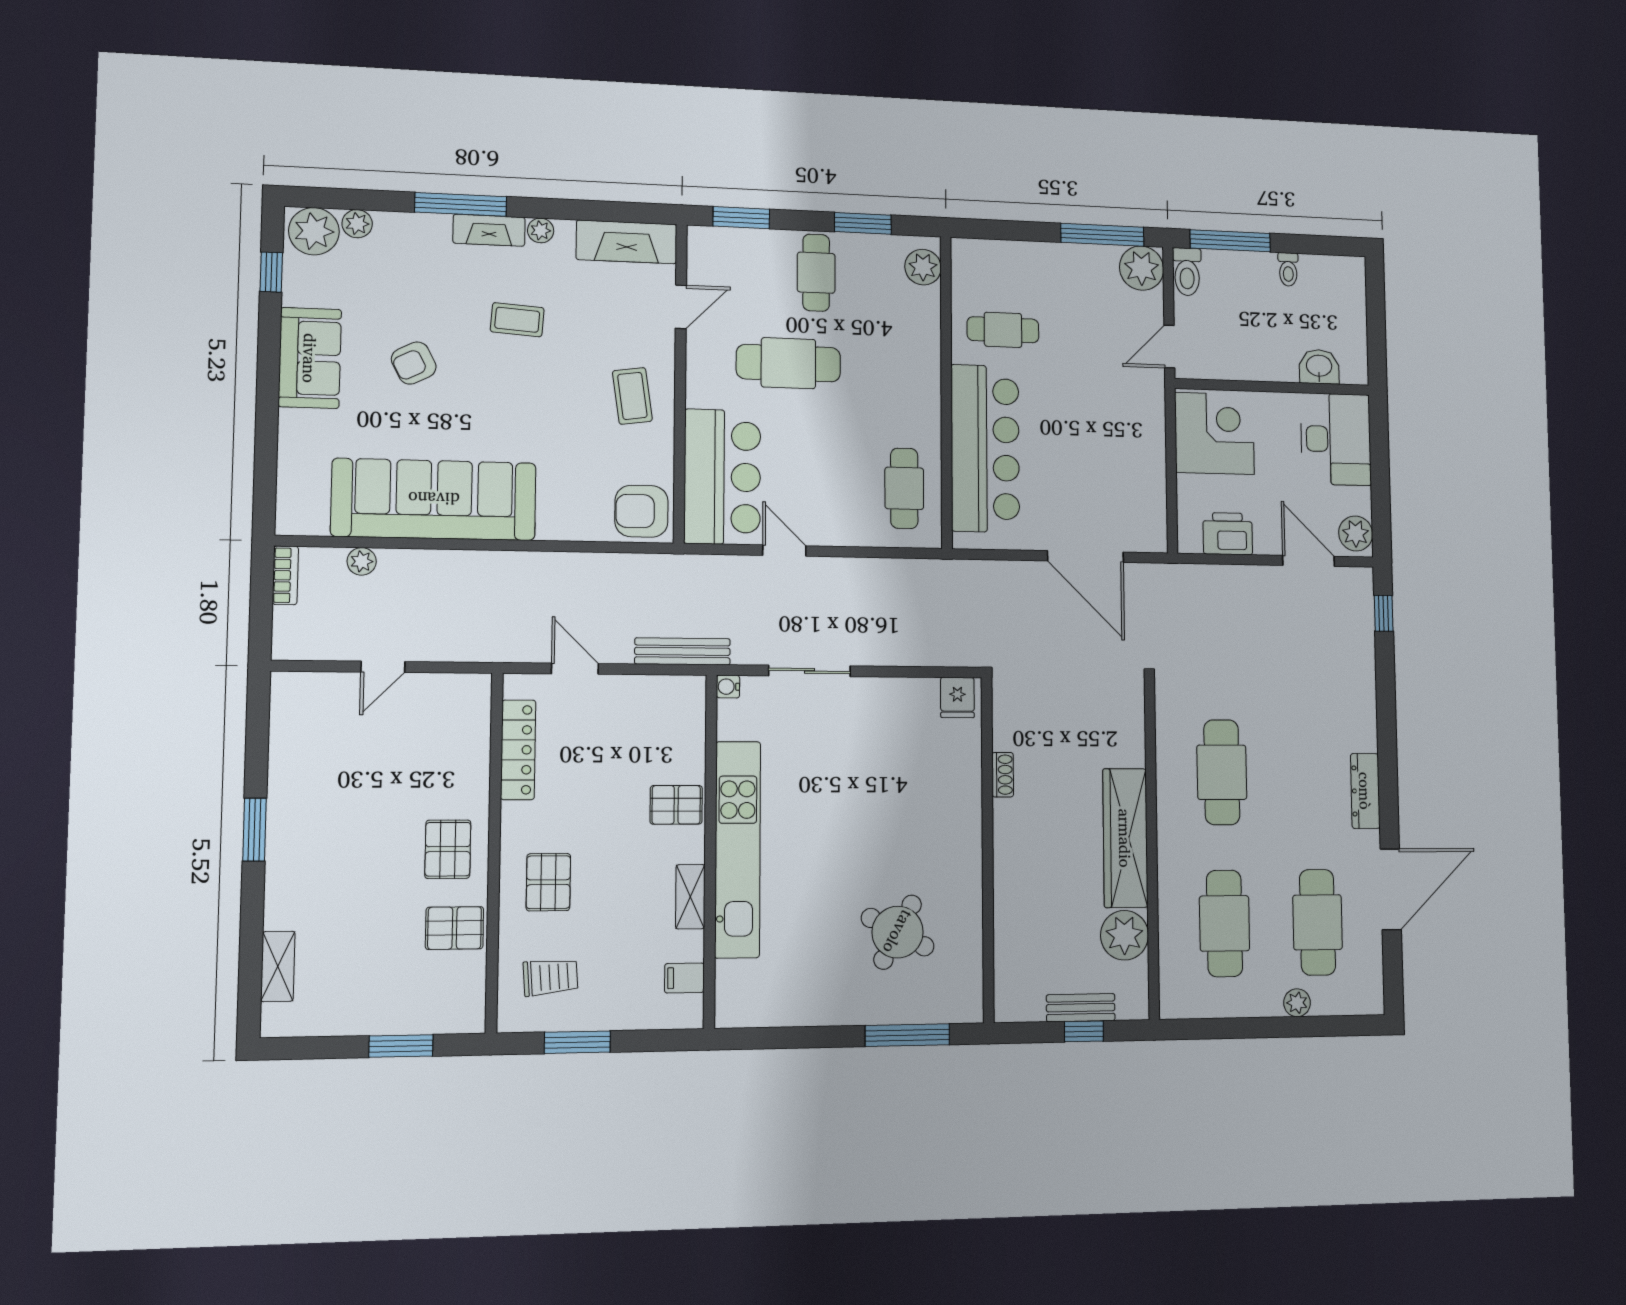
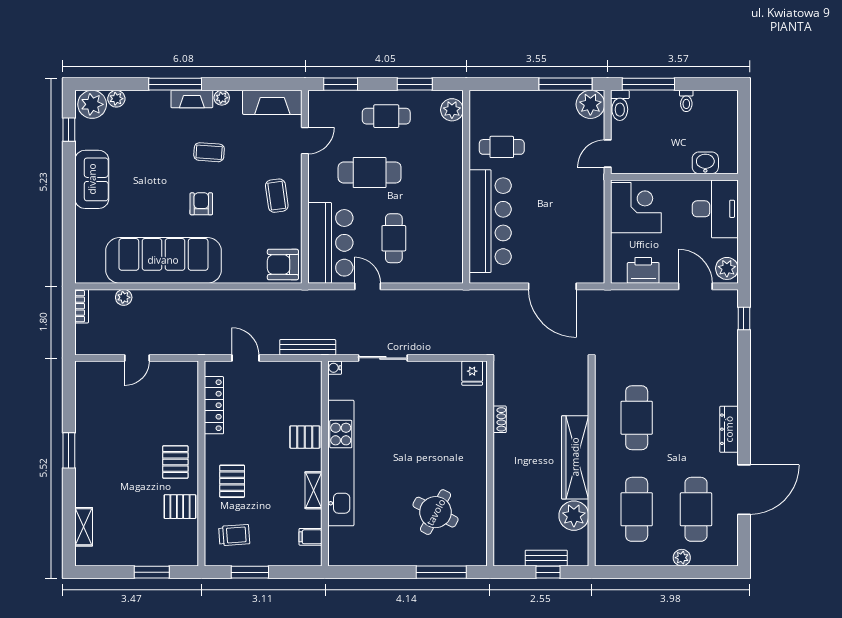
cafe table: (816, 273) -> (386, 116), turned 90
armchair: (414, 363) -> (201, 204), moved, turned 117
cafe table: (904, 488) -> (394, 238), moved

